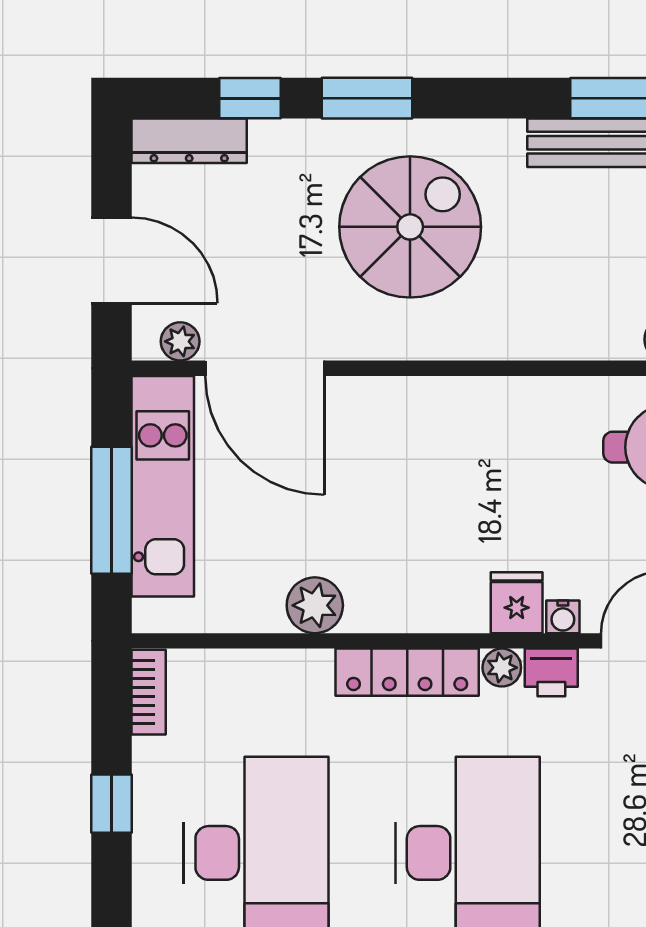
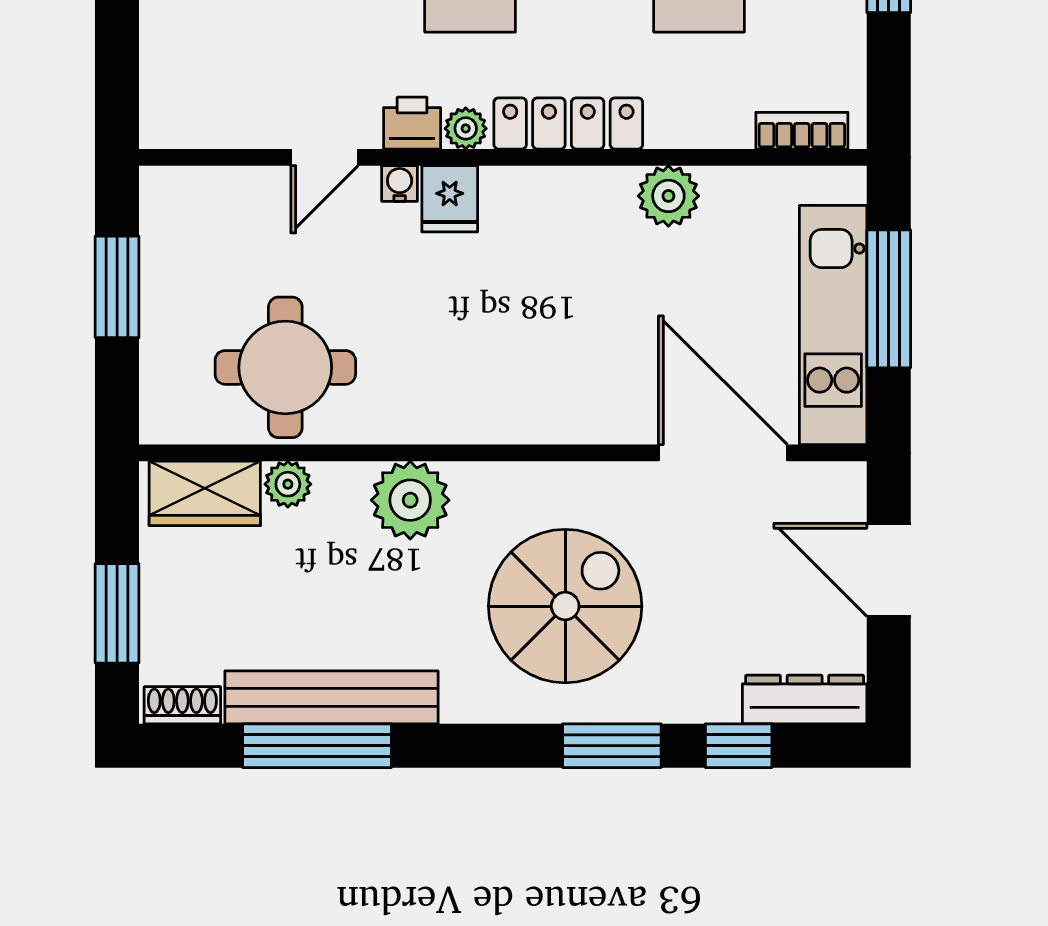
spiral stairs: (410, 227) -> (565, 606), turned 180
plant: (180, 341) -> (410, 500), moved, width x1.87, depth x1.87
bookcase: (149, 692) -> (802, 131), moved, turned 90

